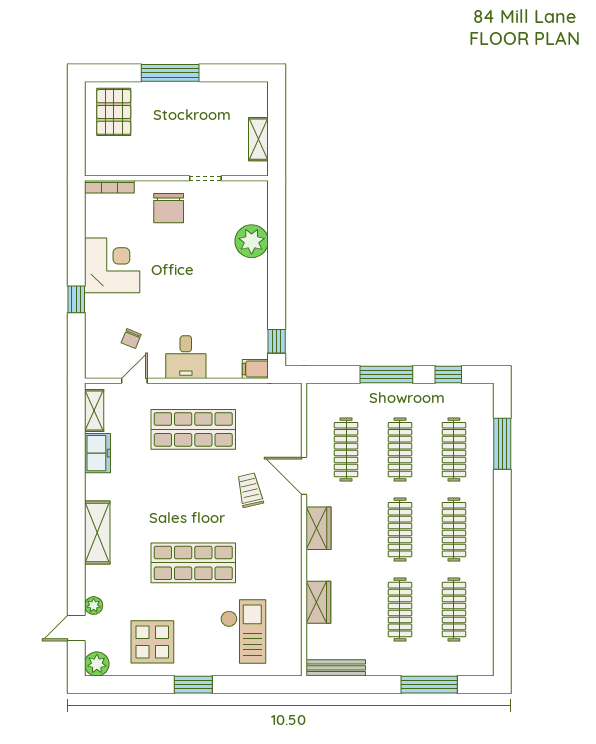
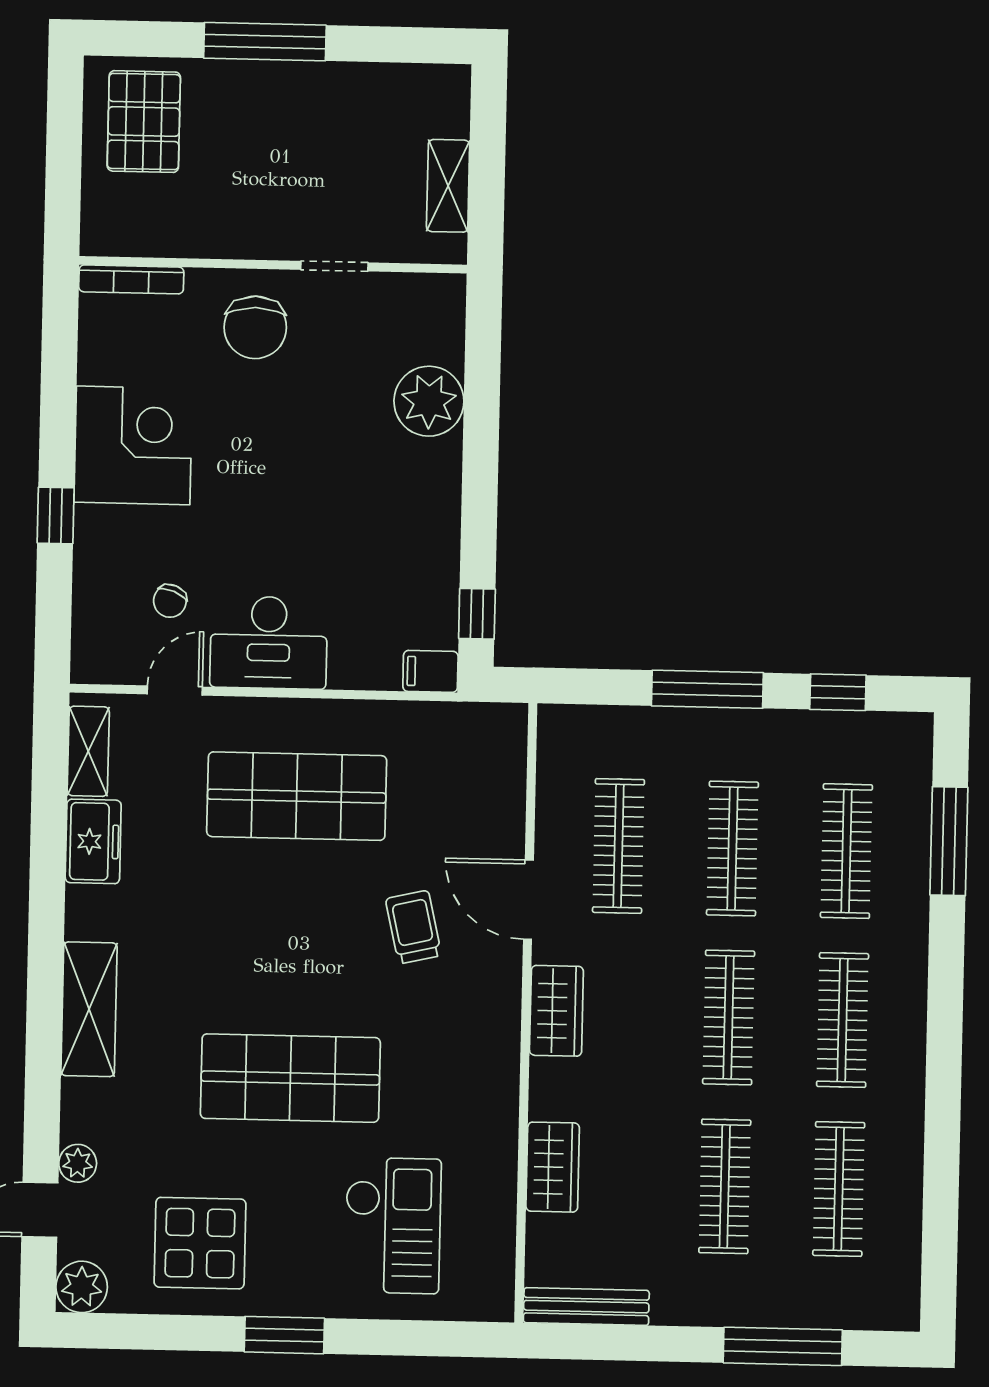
desk: (186, 357) -> (269, 643), width x1.37

